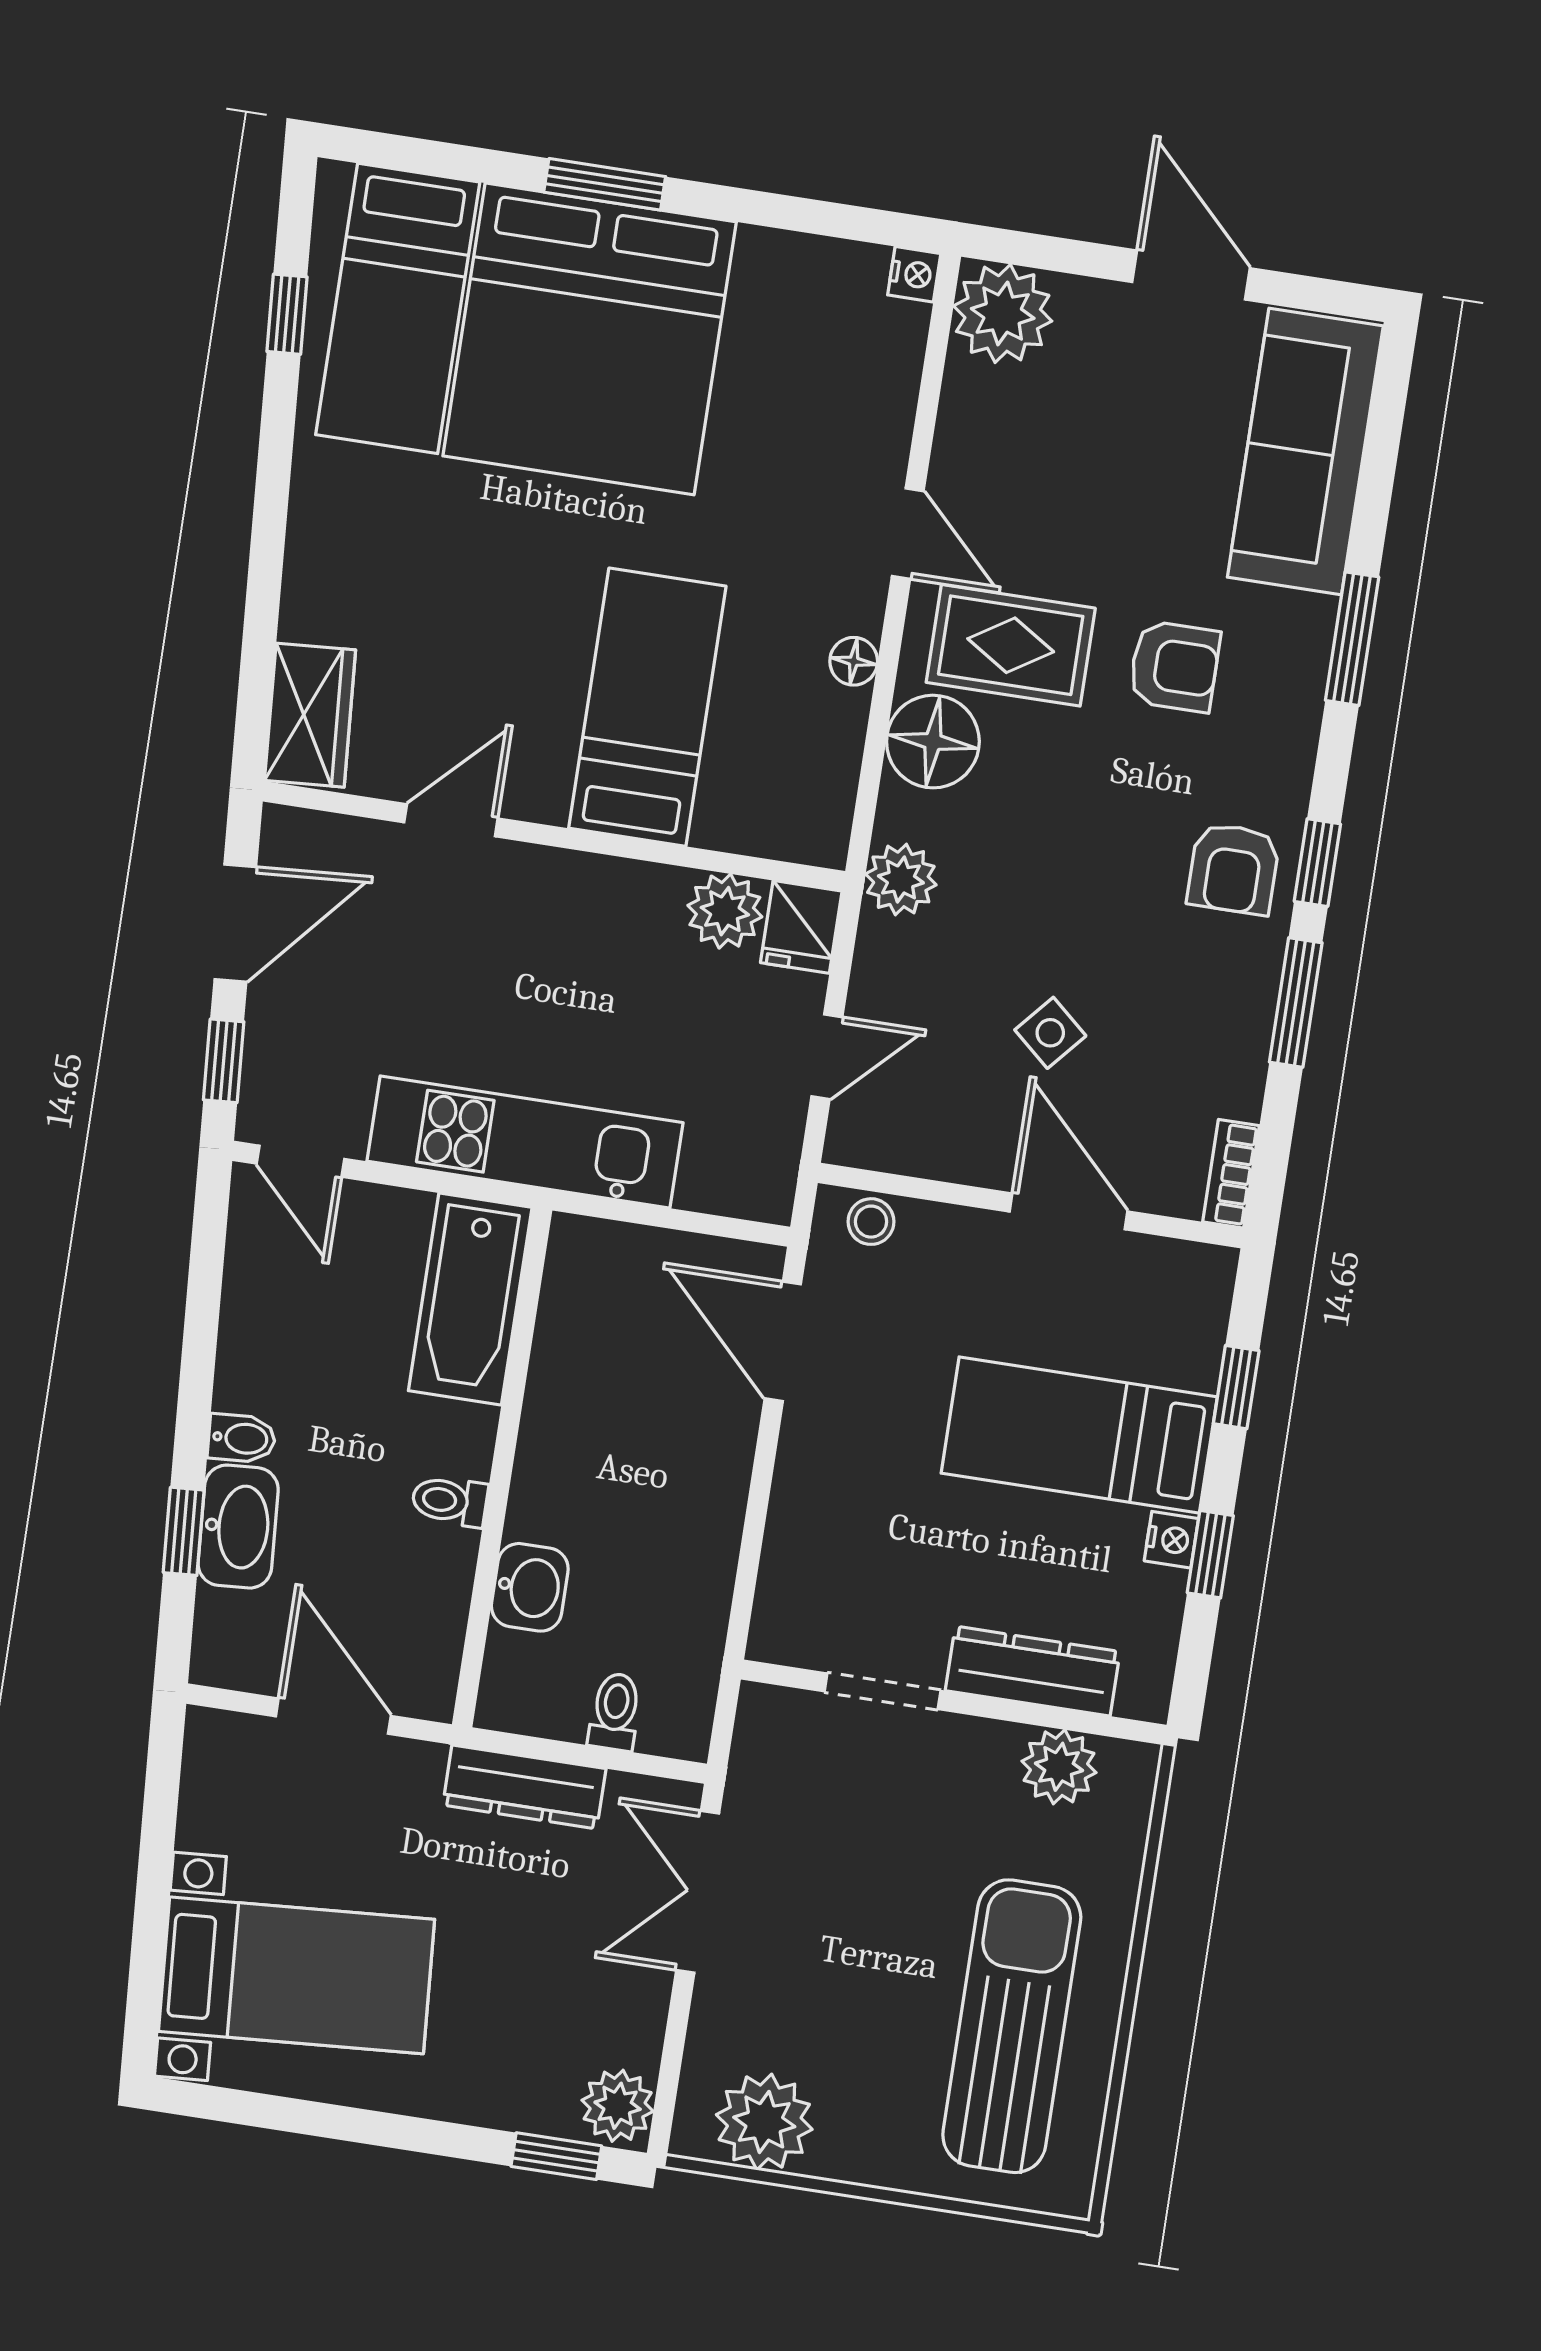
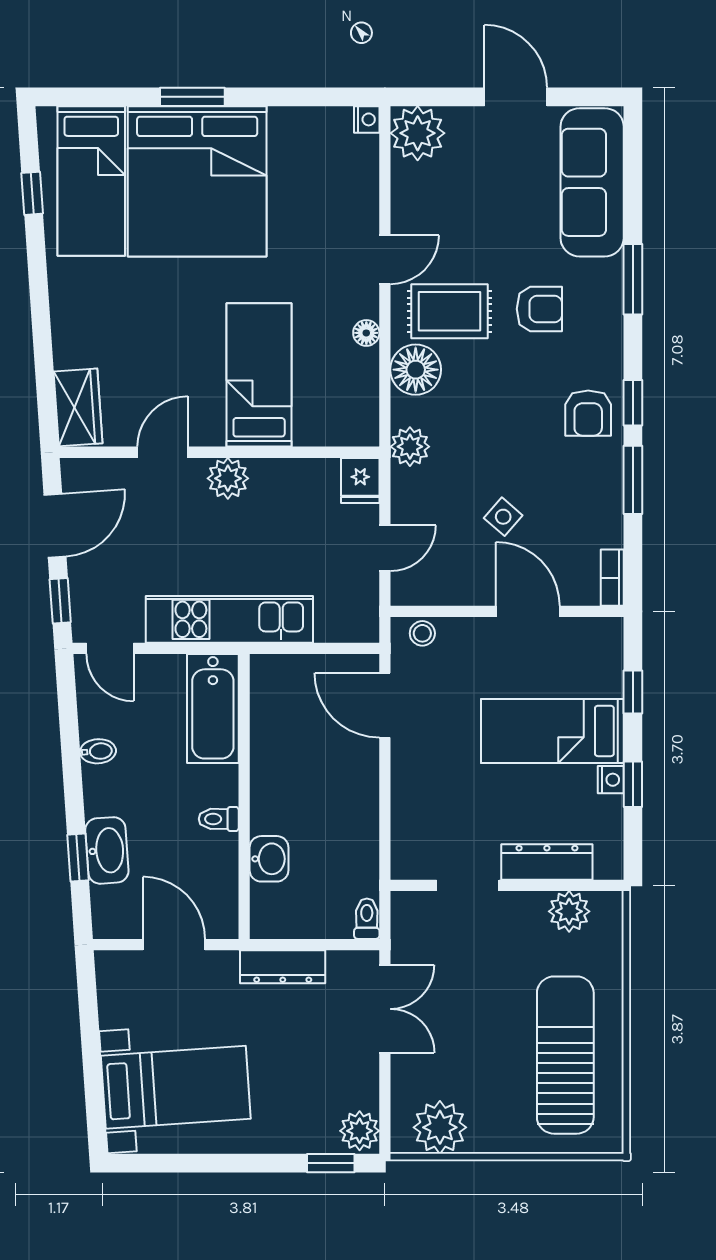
door: (908, 534) -> (385, 260), hinge flipped
plant: (725, 911) -> (228, 478), moved
bidet: (242, 1438) -> (98, 751), moved
toilet: (615, 1712) -> (367, 919), moved
double door: (698, 1892) -> (385, 1009), swing flipped

